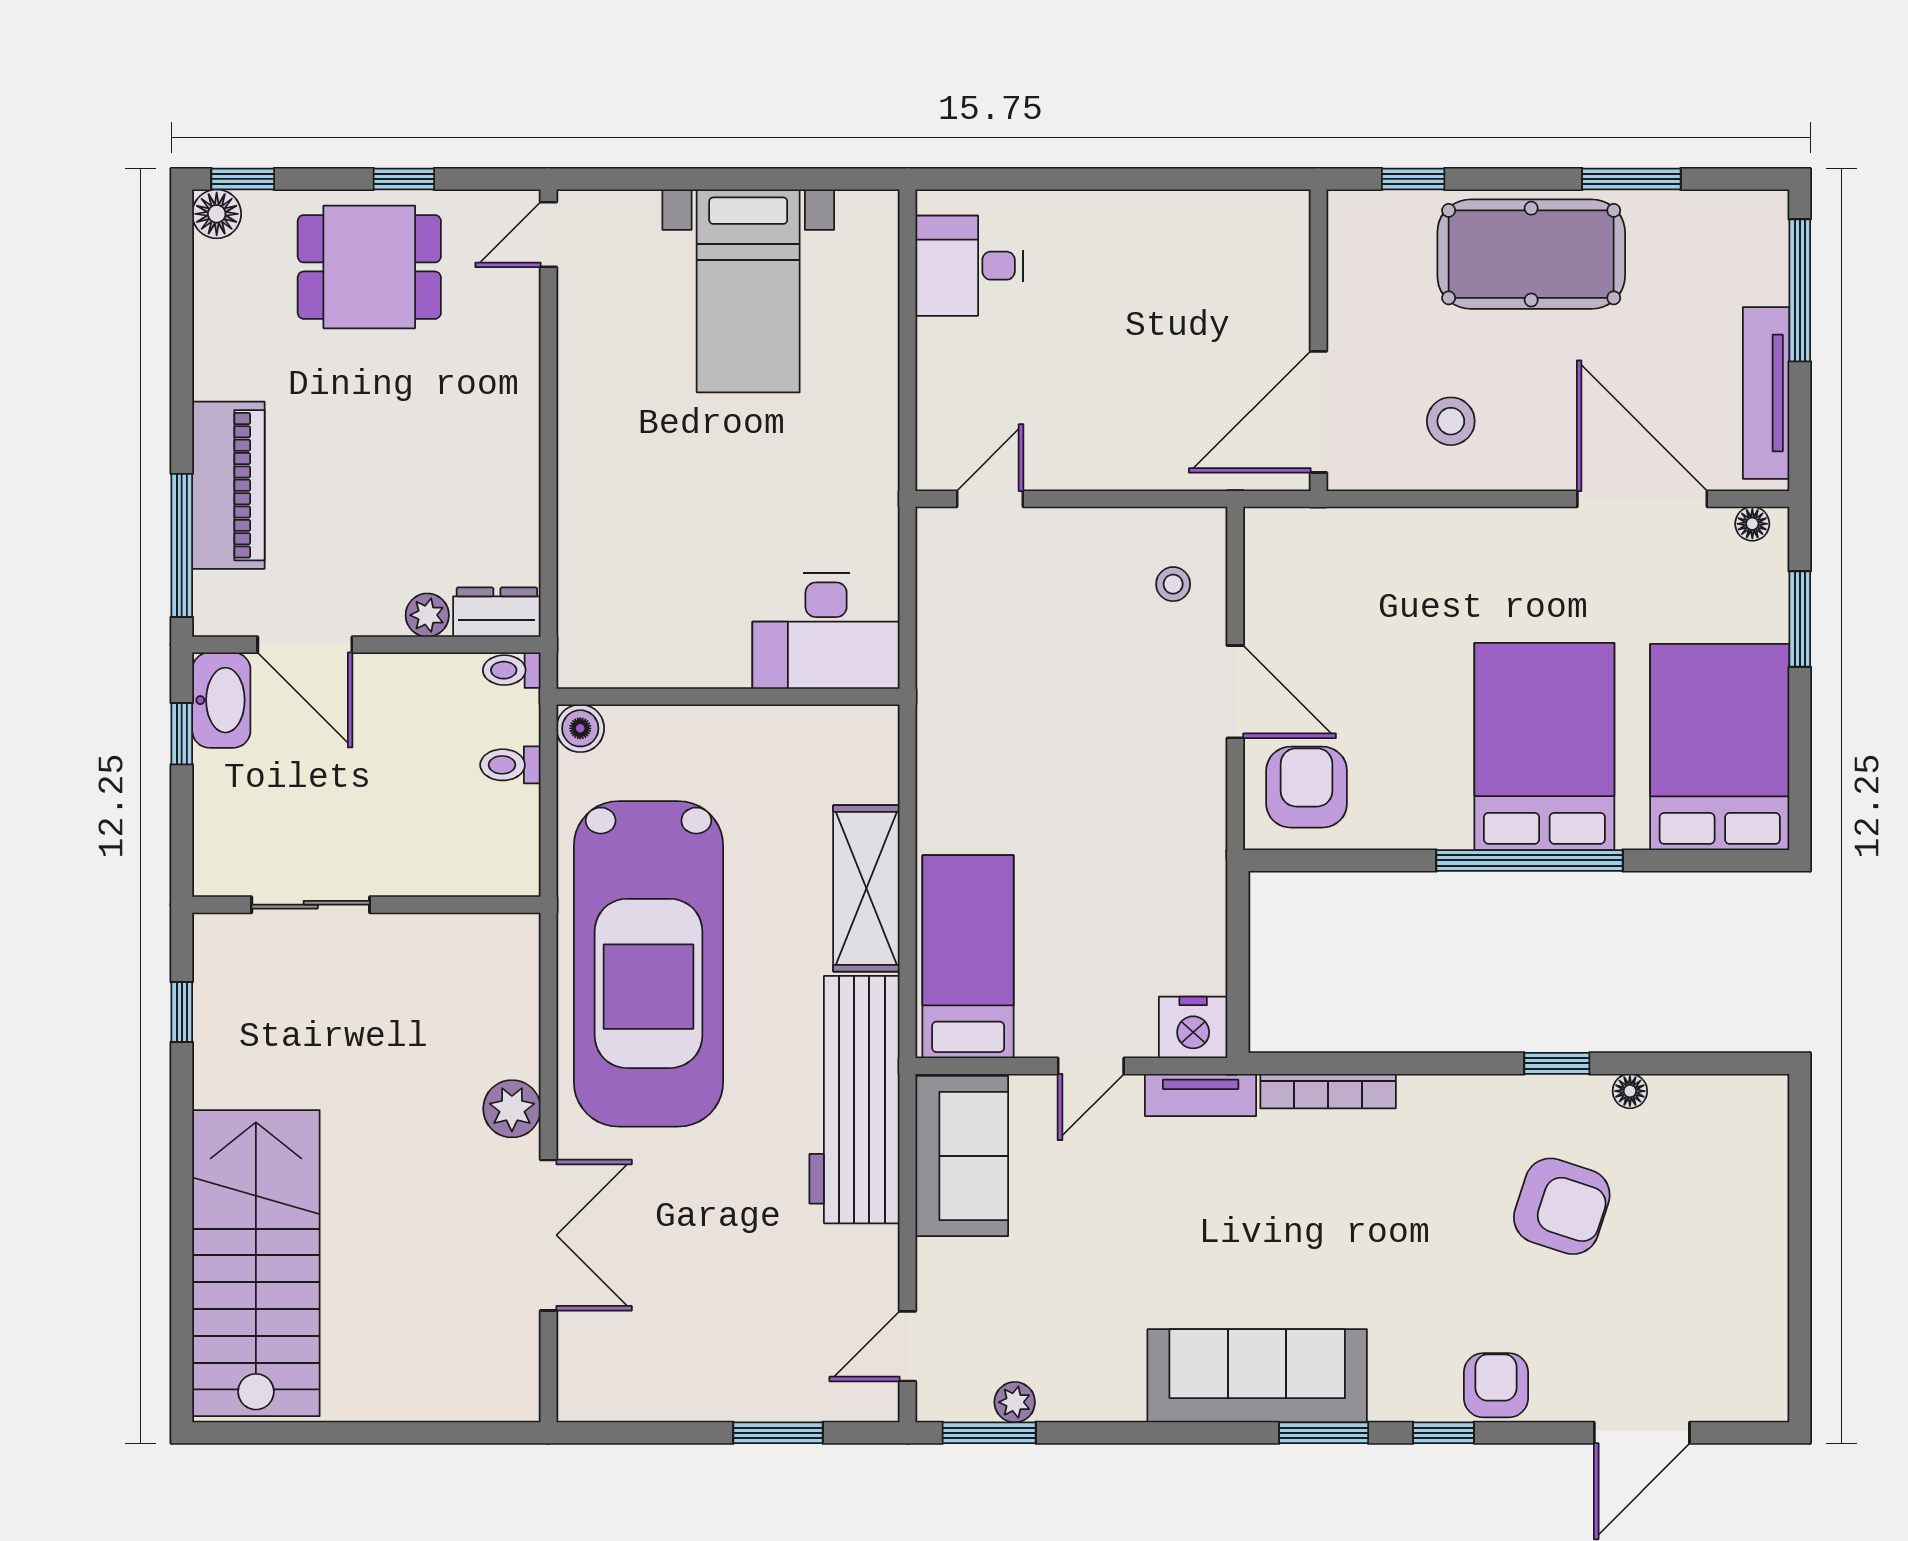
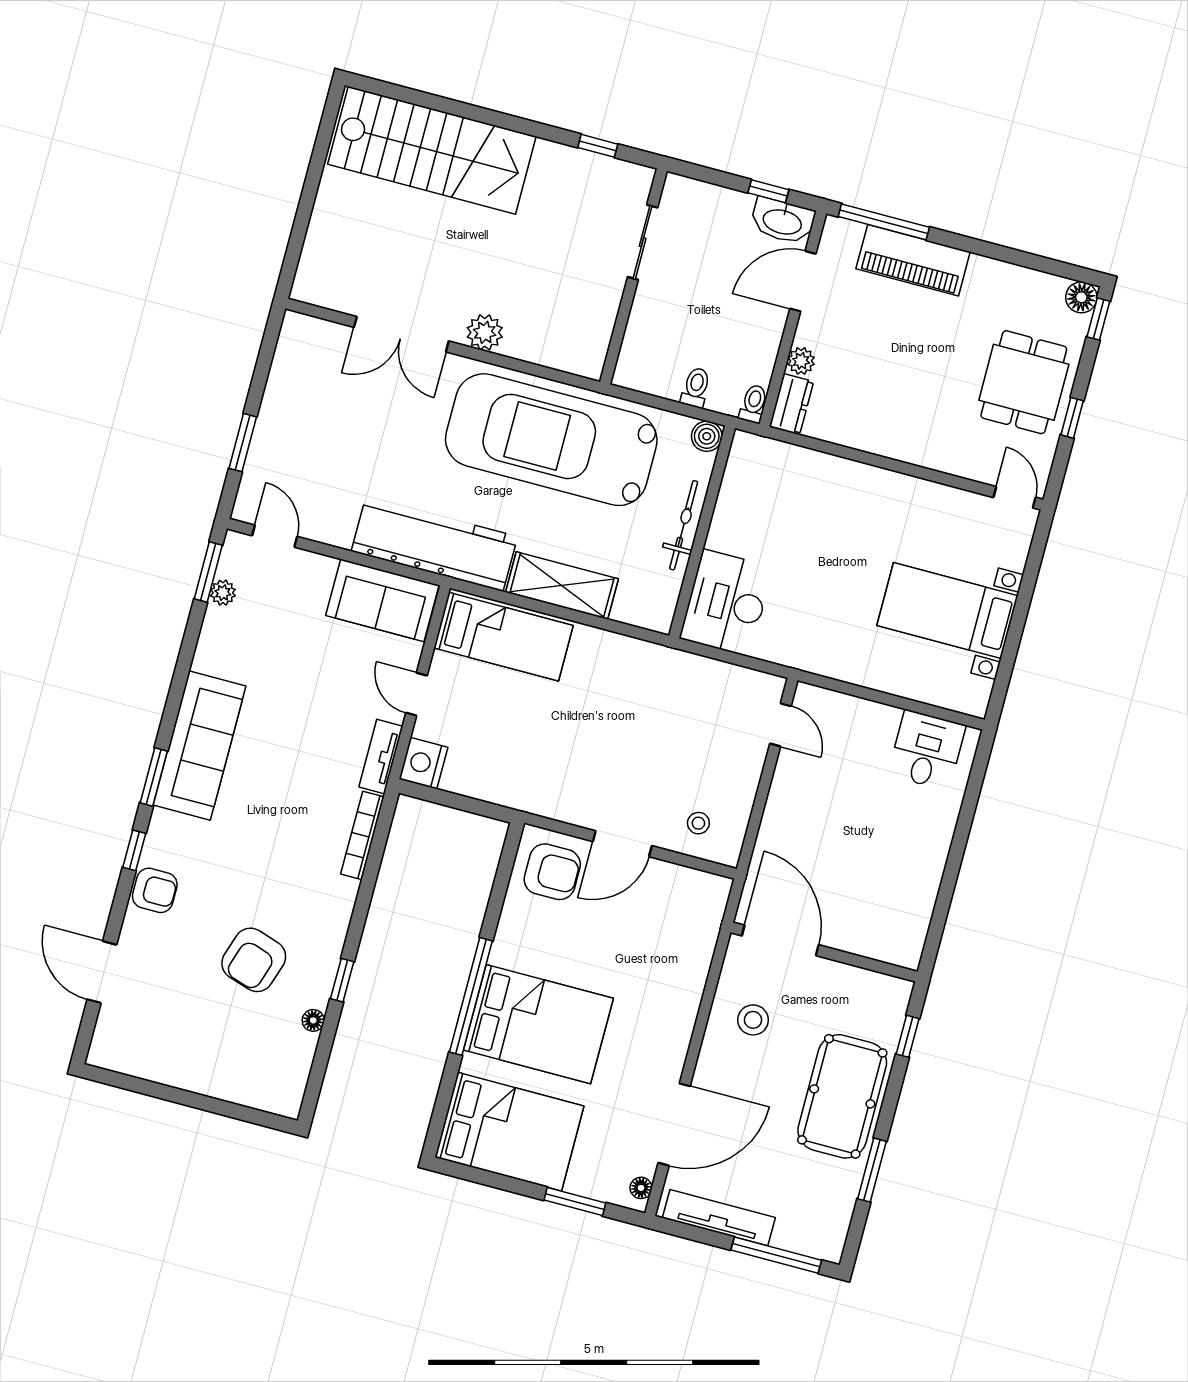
bicycle: (725, 727) -> (684, 525), added

